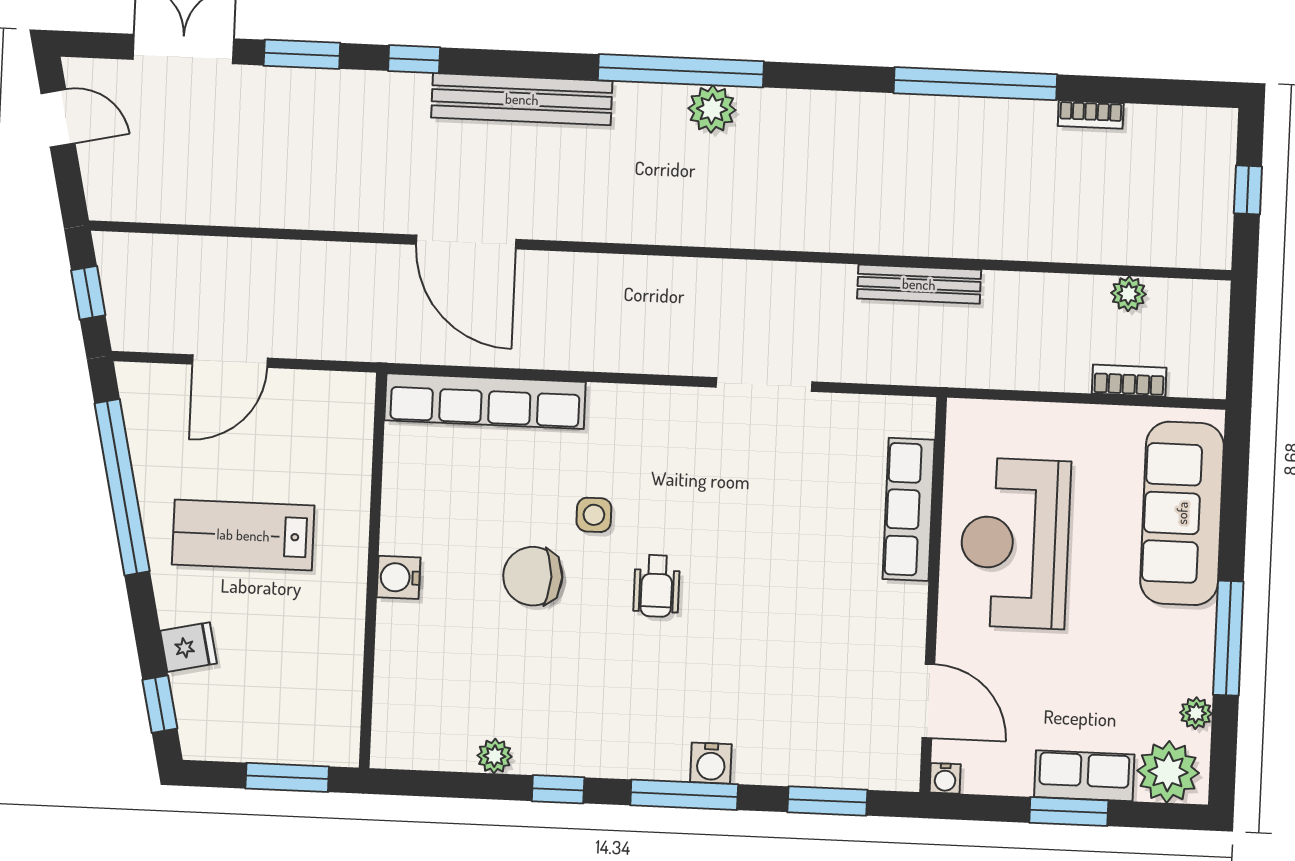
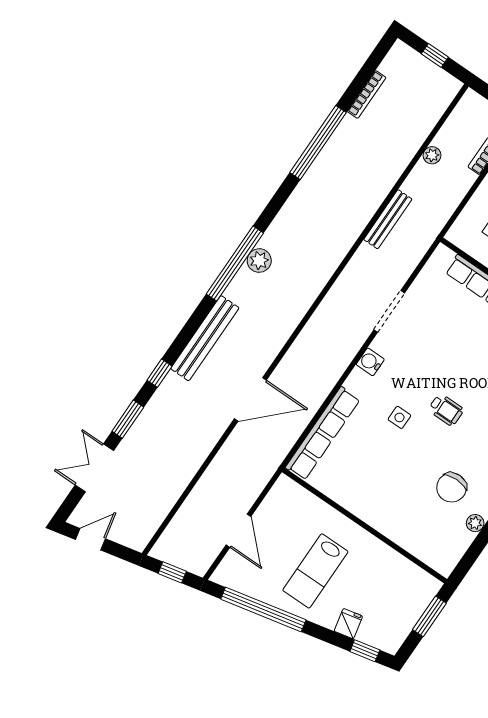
bookcase: (1091, 115) -> (367, 95), width x1.56
plant: (1129, 294) -> (432, 155), moved
chair: (533, 576) -> (452, 487), moved
water cooler: (399, 577) -> (370, 362), moved, turned 90

